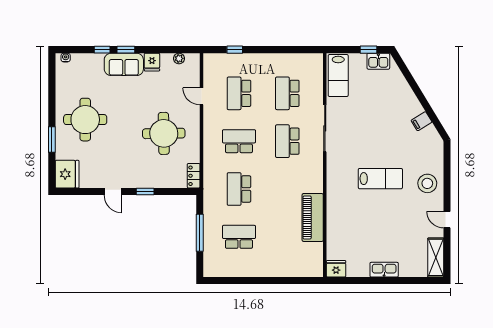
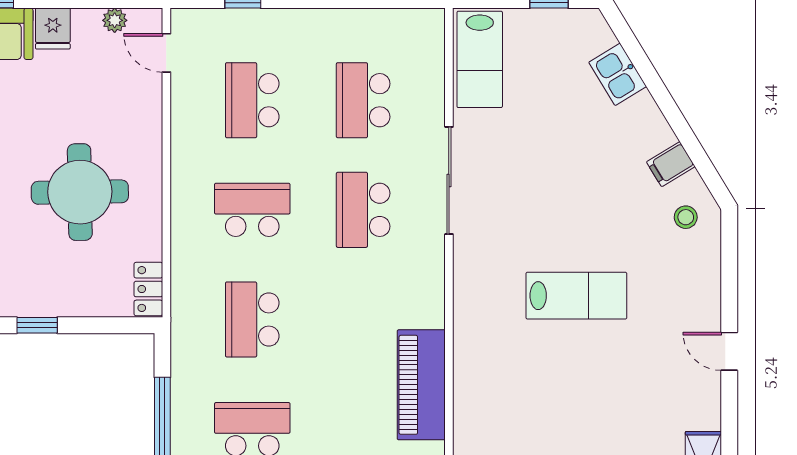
kitchen sink: (378, 61) -> (618, 74), moved, turned 59
door: (202, 96) -> (166, 53), moved
stool: (427, 183) -> (686, 217), moved, width x0.53, depth x0.53
door: (447, 220) -> (729, 351), moved

